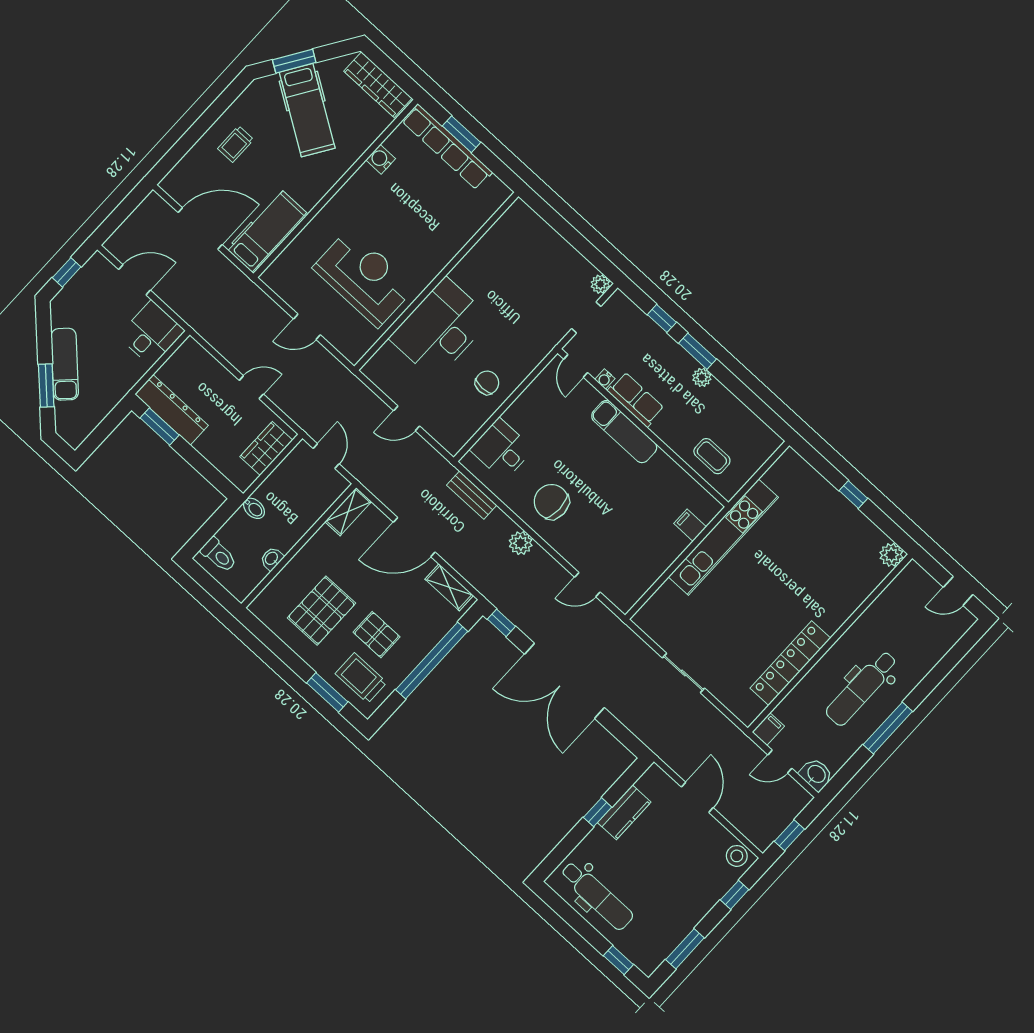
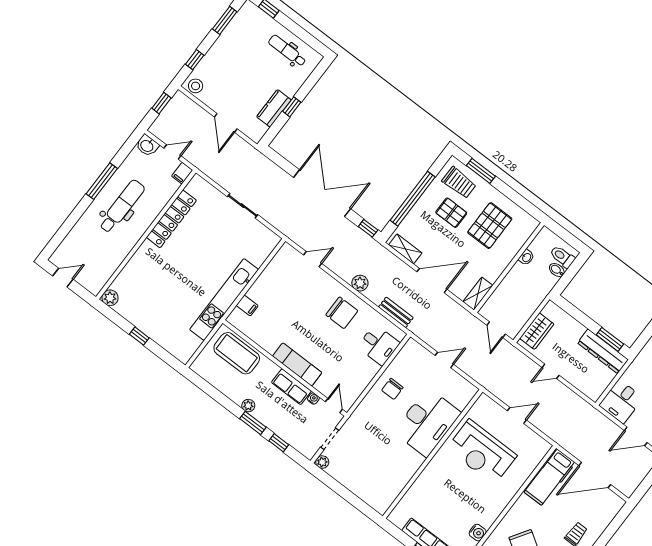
coffee table: (712, 456) -> (237, 353), width x1.86, depth x1.72
bidet: (254, 508) -> (557, 270), moved
dental chair: (597, 896) -> (287, 51), width x0.73, depth x0.72

